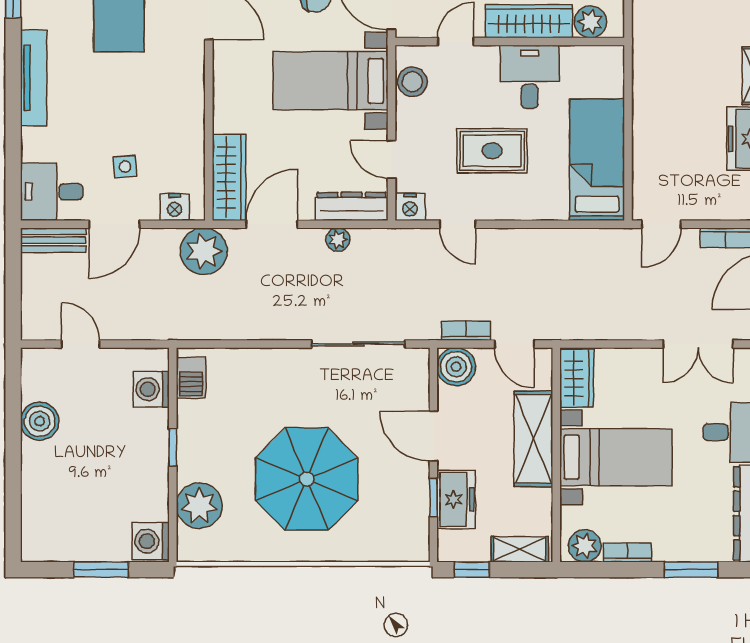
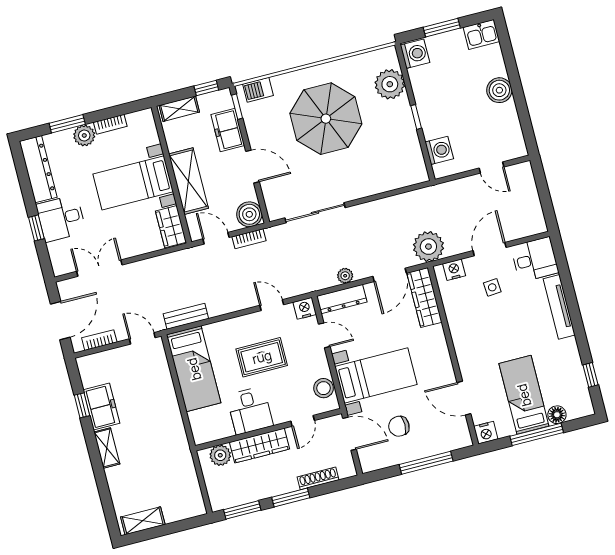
tv unit: (34, 78) -> (559, 307), moved
door: (661, 224) -> (142, 338), hinge flipped
bench: (53, 240) -> (186, 316), moved
barbecue: (191, 378) -> (258, 90), moved, turned -90
boiler: (40, 421) -> (499, 90), moved
window: (433, 498) -> (237, 107), moved
kitchen sink: (45, 544) -> (481, 34), added
plant: (585, 546) -> (84, 135), moved

